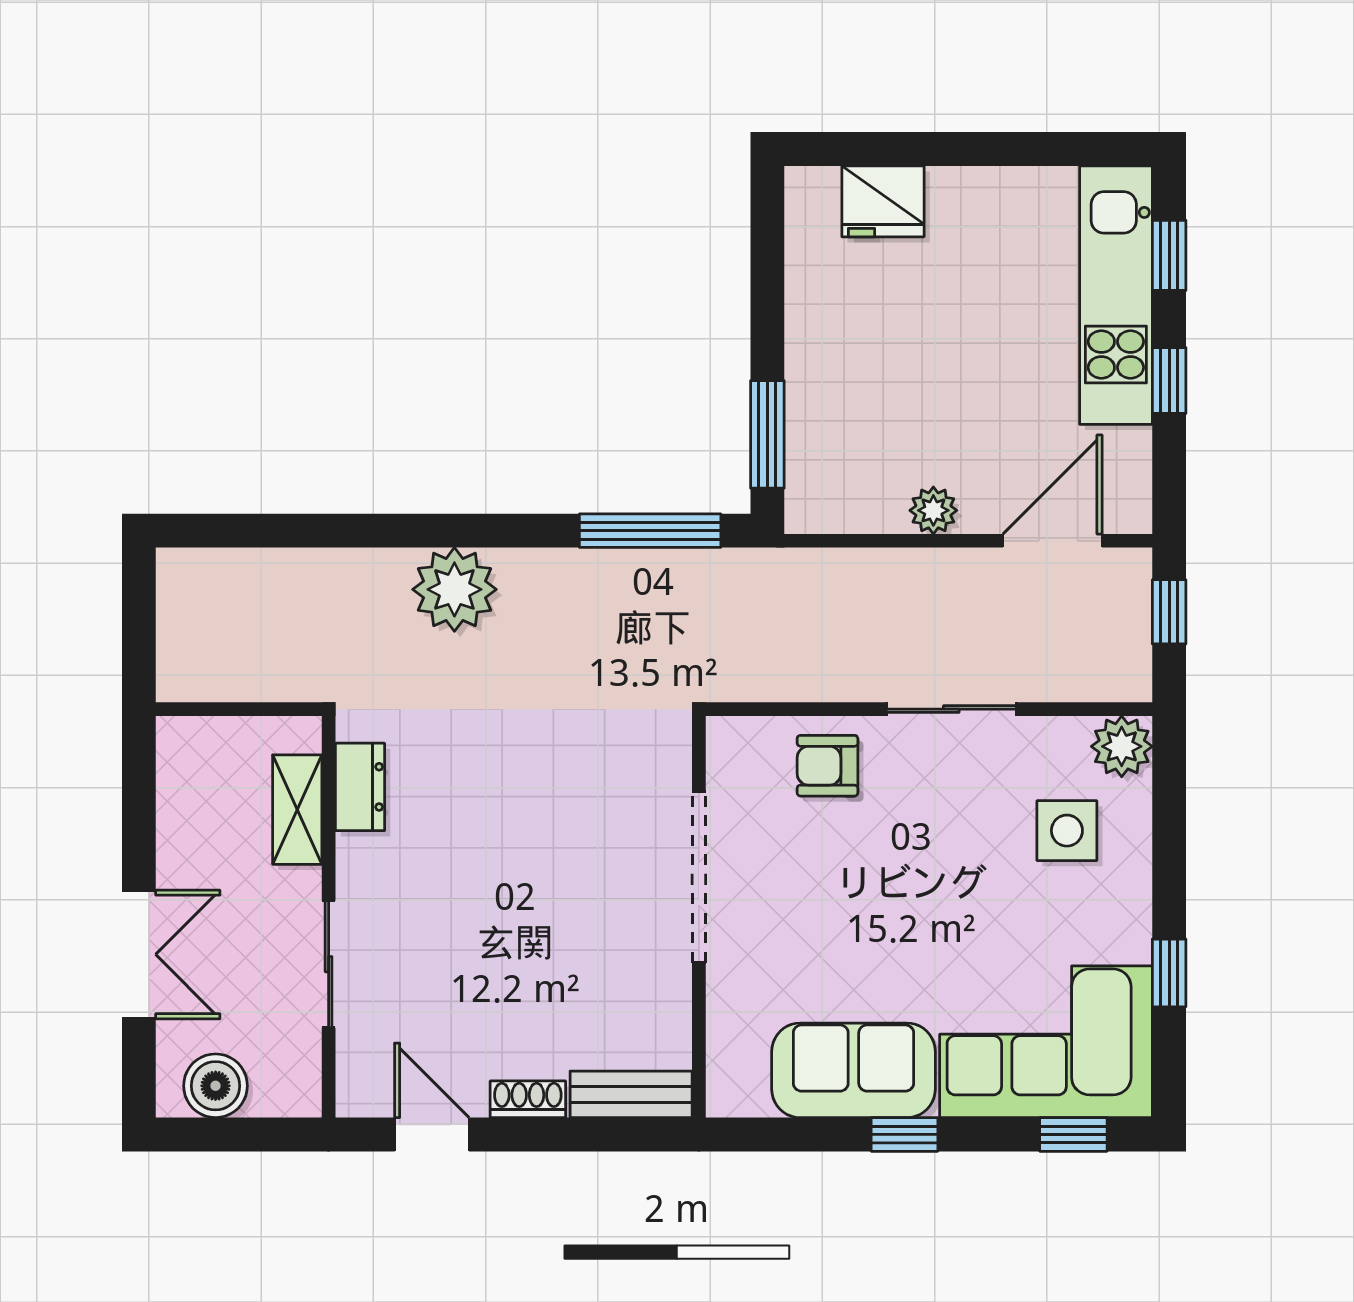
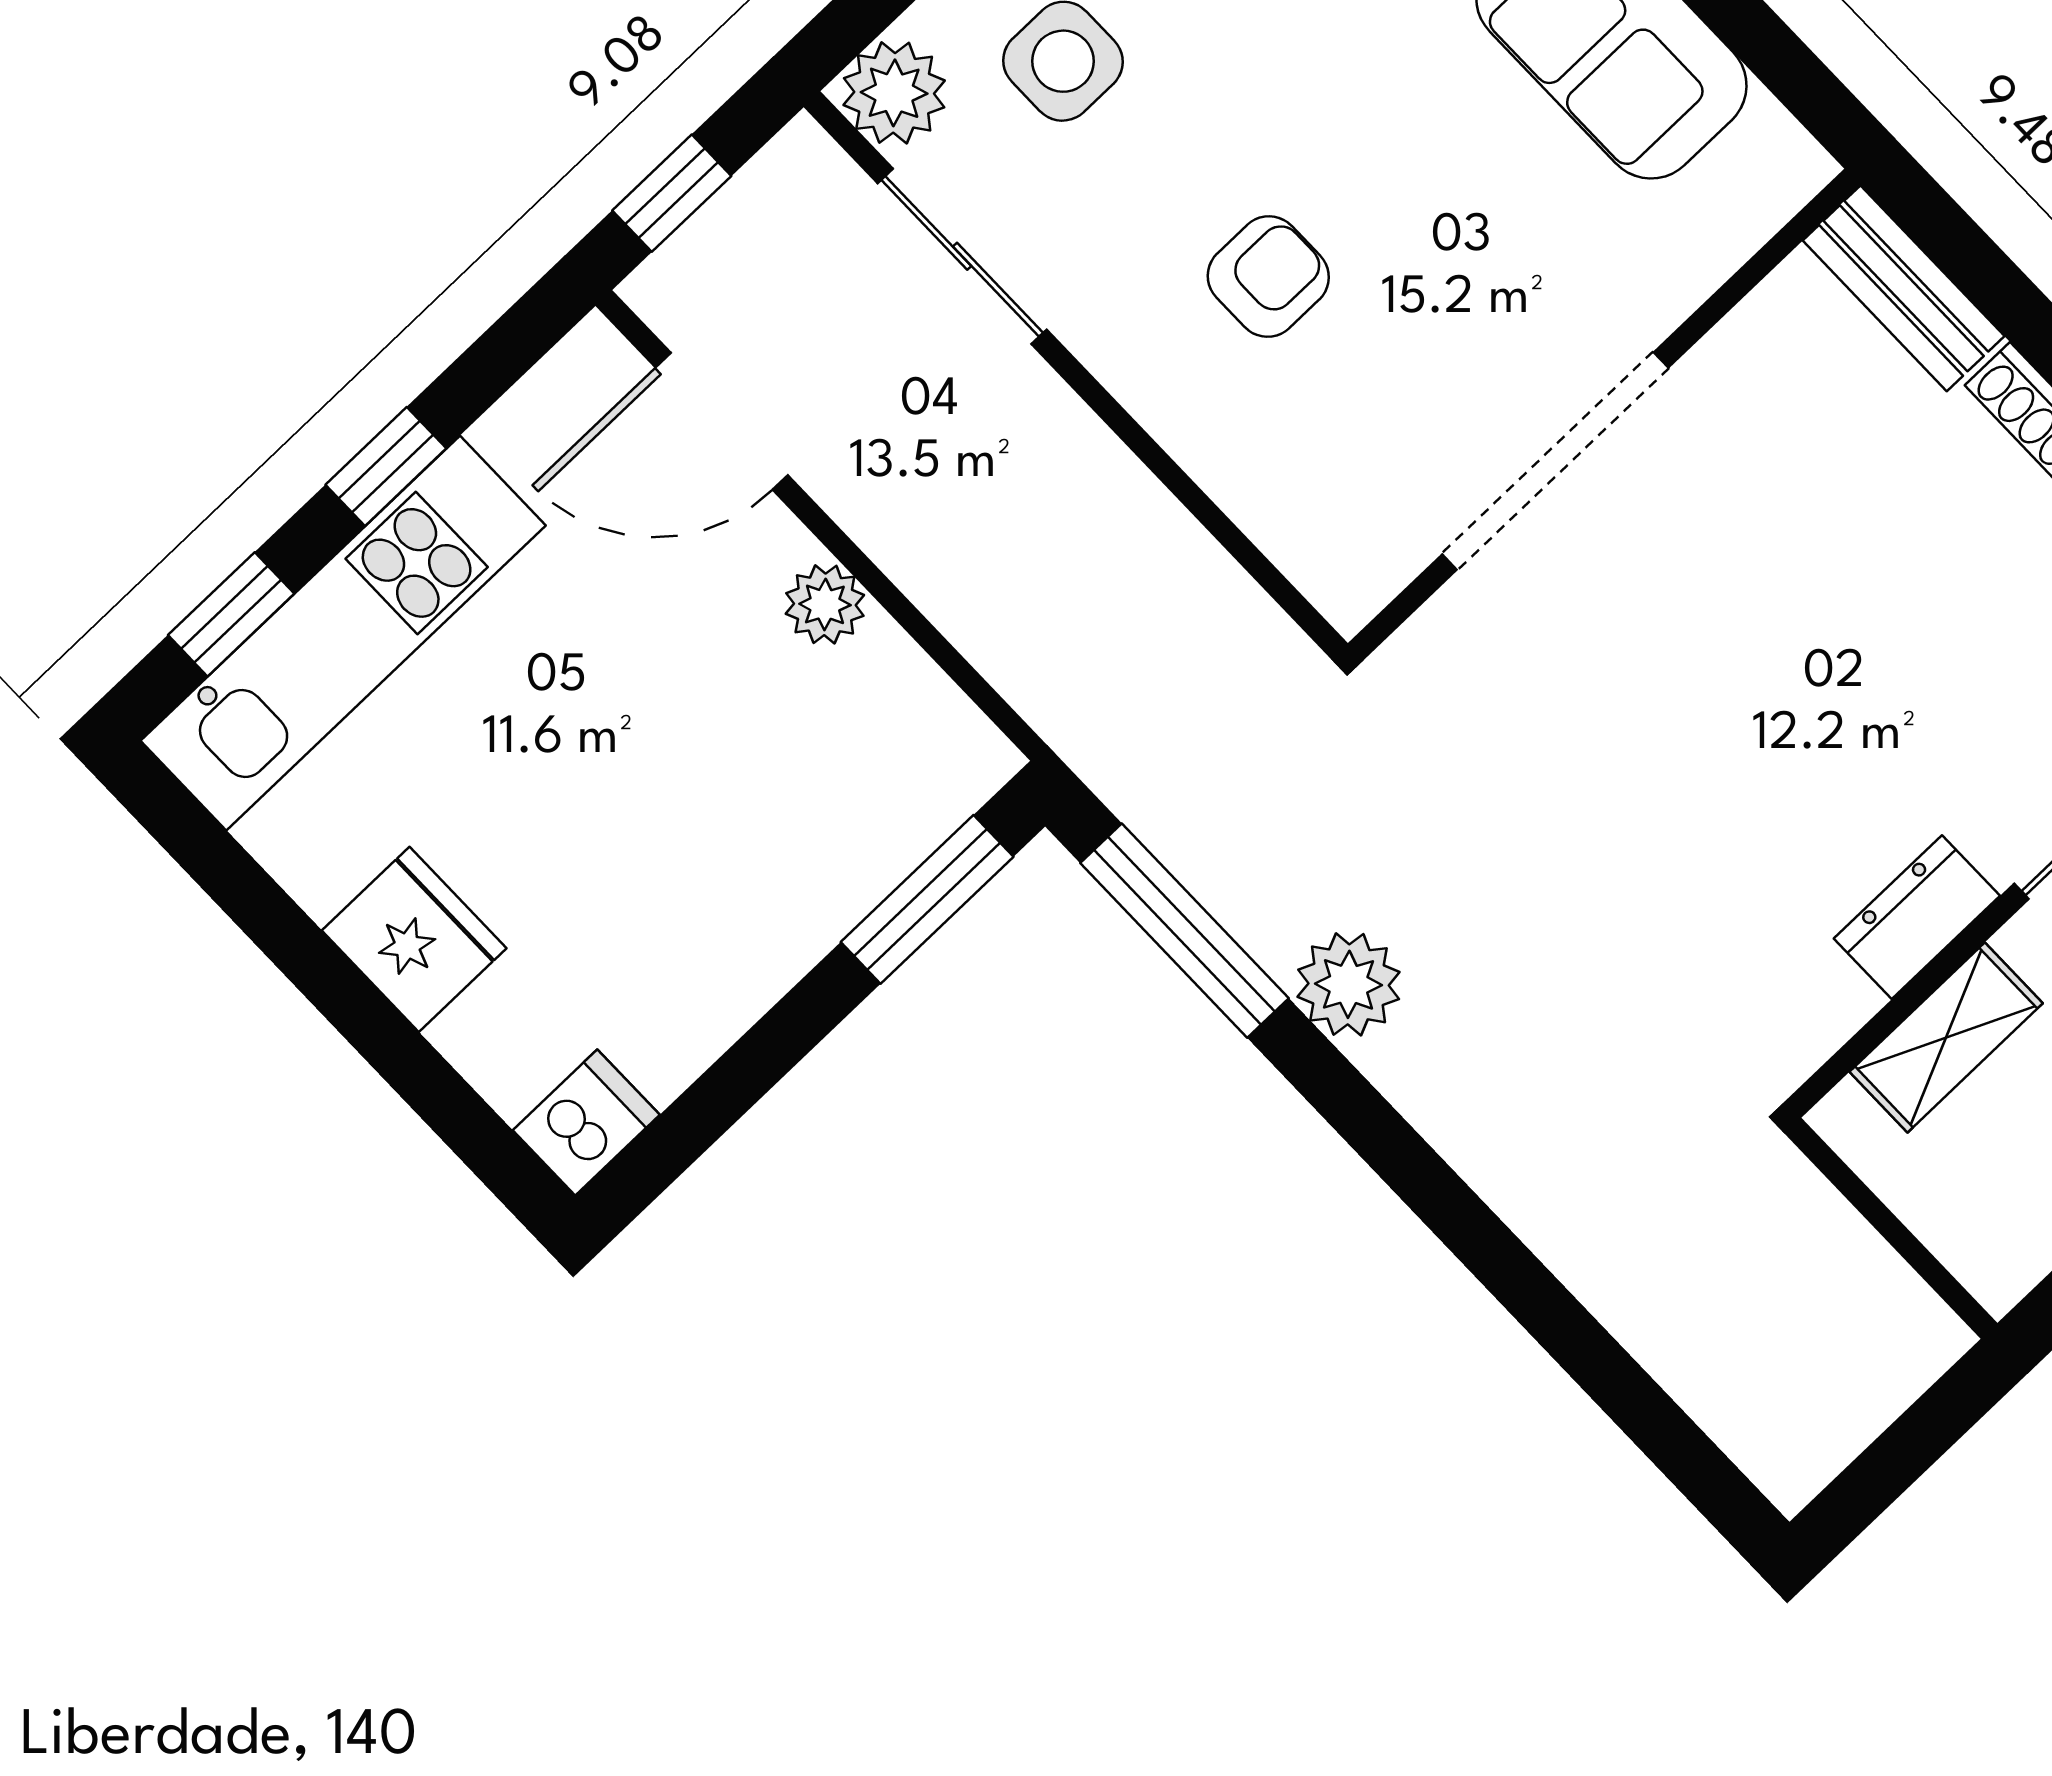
dishwasher: (811, 200) -> (586, 1122), added
fridge: (883, 201) -> (414, 939), moved
plant: (454, 589) -> (1349, 984), moved, width x0.73, depth x0.73
sliding door: (951, 709) -> (962, 256), moved
armchair: (827, 766) -> (1268, 277), moved, turned -90
dresser: (360, 787) -> (1917, 917), moved

